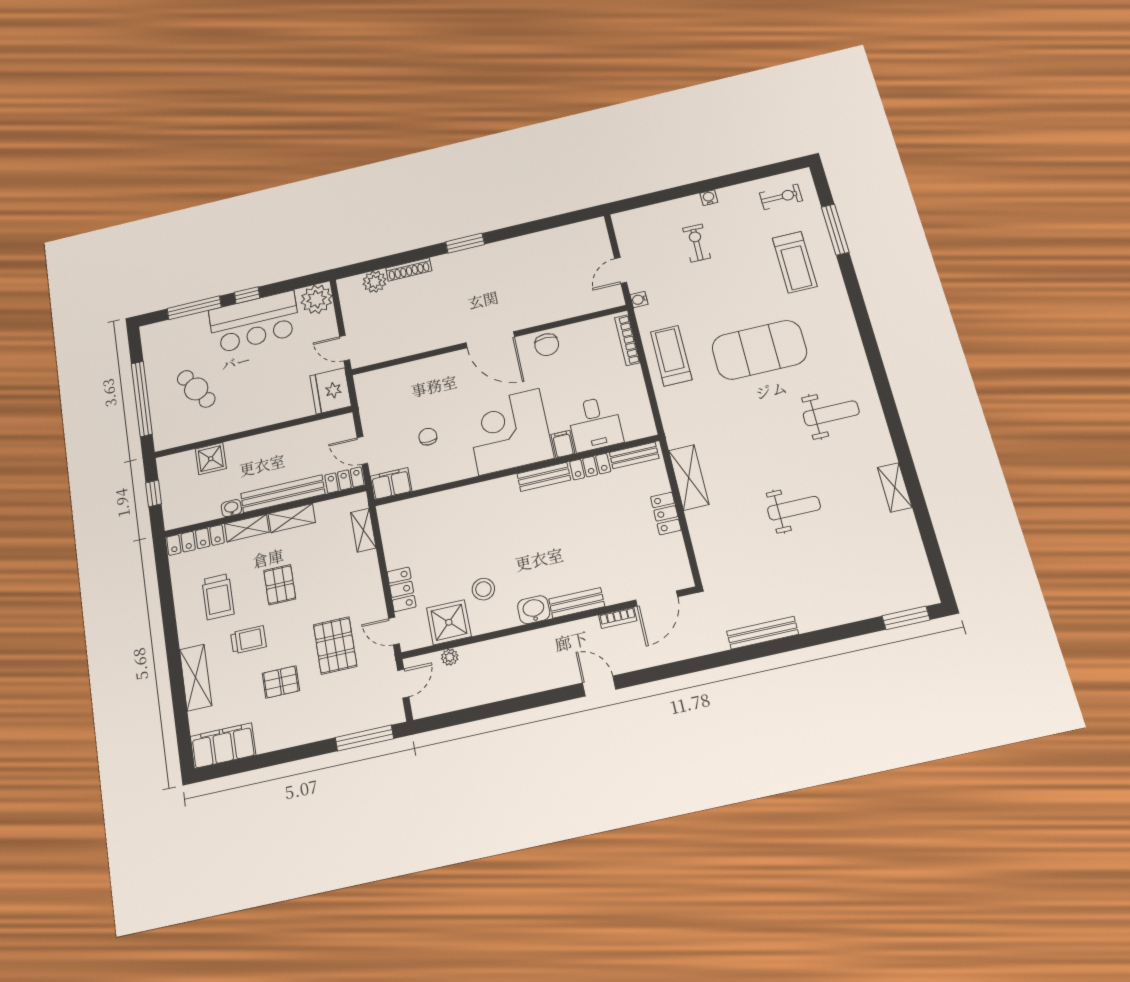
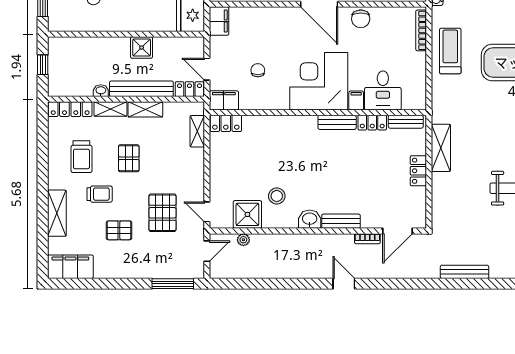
filing cabinet: (368, 389) -> (219, 21), added
shower: (211, 459) -> (142, 48), moved
locker: (402, 589) -> (226, 123), moved, turned 90

